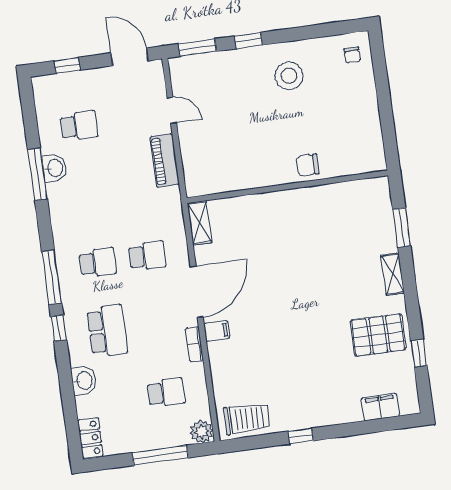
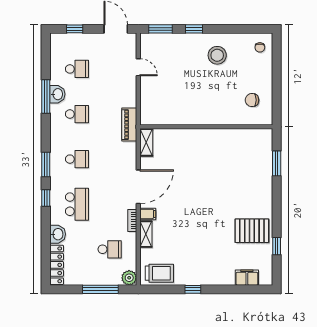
piano: (165, 161) -> (129, 125), moved
chair: (308, 165) -> (252, 100), moved
school desk: (147, 256) -> (77, 114), moved
shelving: (393, 274) -> (146, 234), moved
window: (52, 277) -> (46, 165), width x0.69
locker: (90, 438) -> (57, 265), width x1.53

